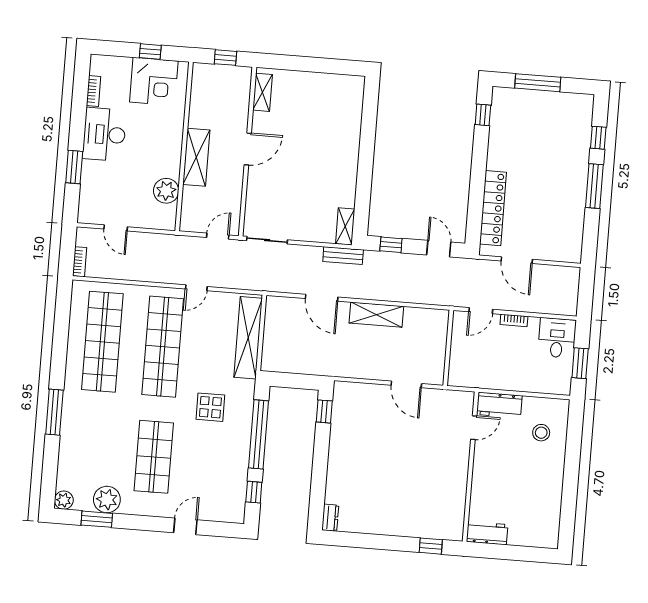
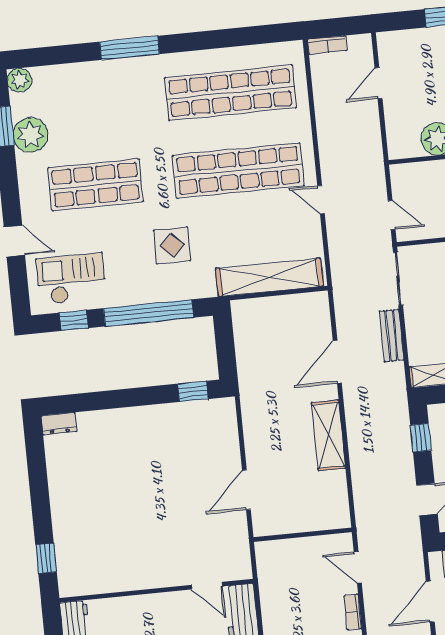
bench: (343, 256) -> (392, 336), moved
checkout: (222, 488) -> (71, 279), added

